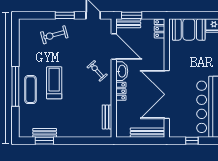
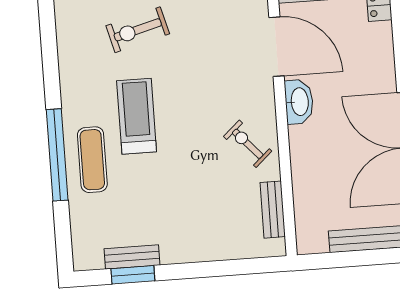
exercise bike: (97, 71) -> (248, 144), moved
treadmill: (54, 83) -> (137, 116), moved
locker: (121, 91) -> (300, 148), removed

